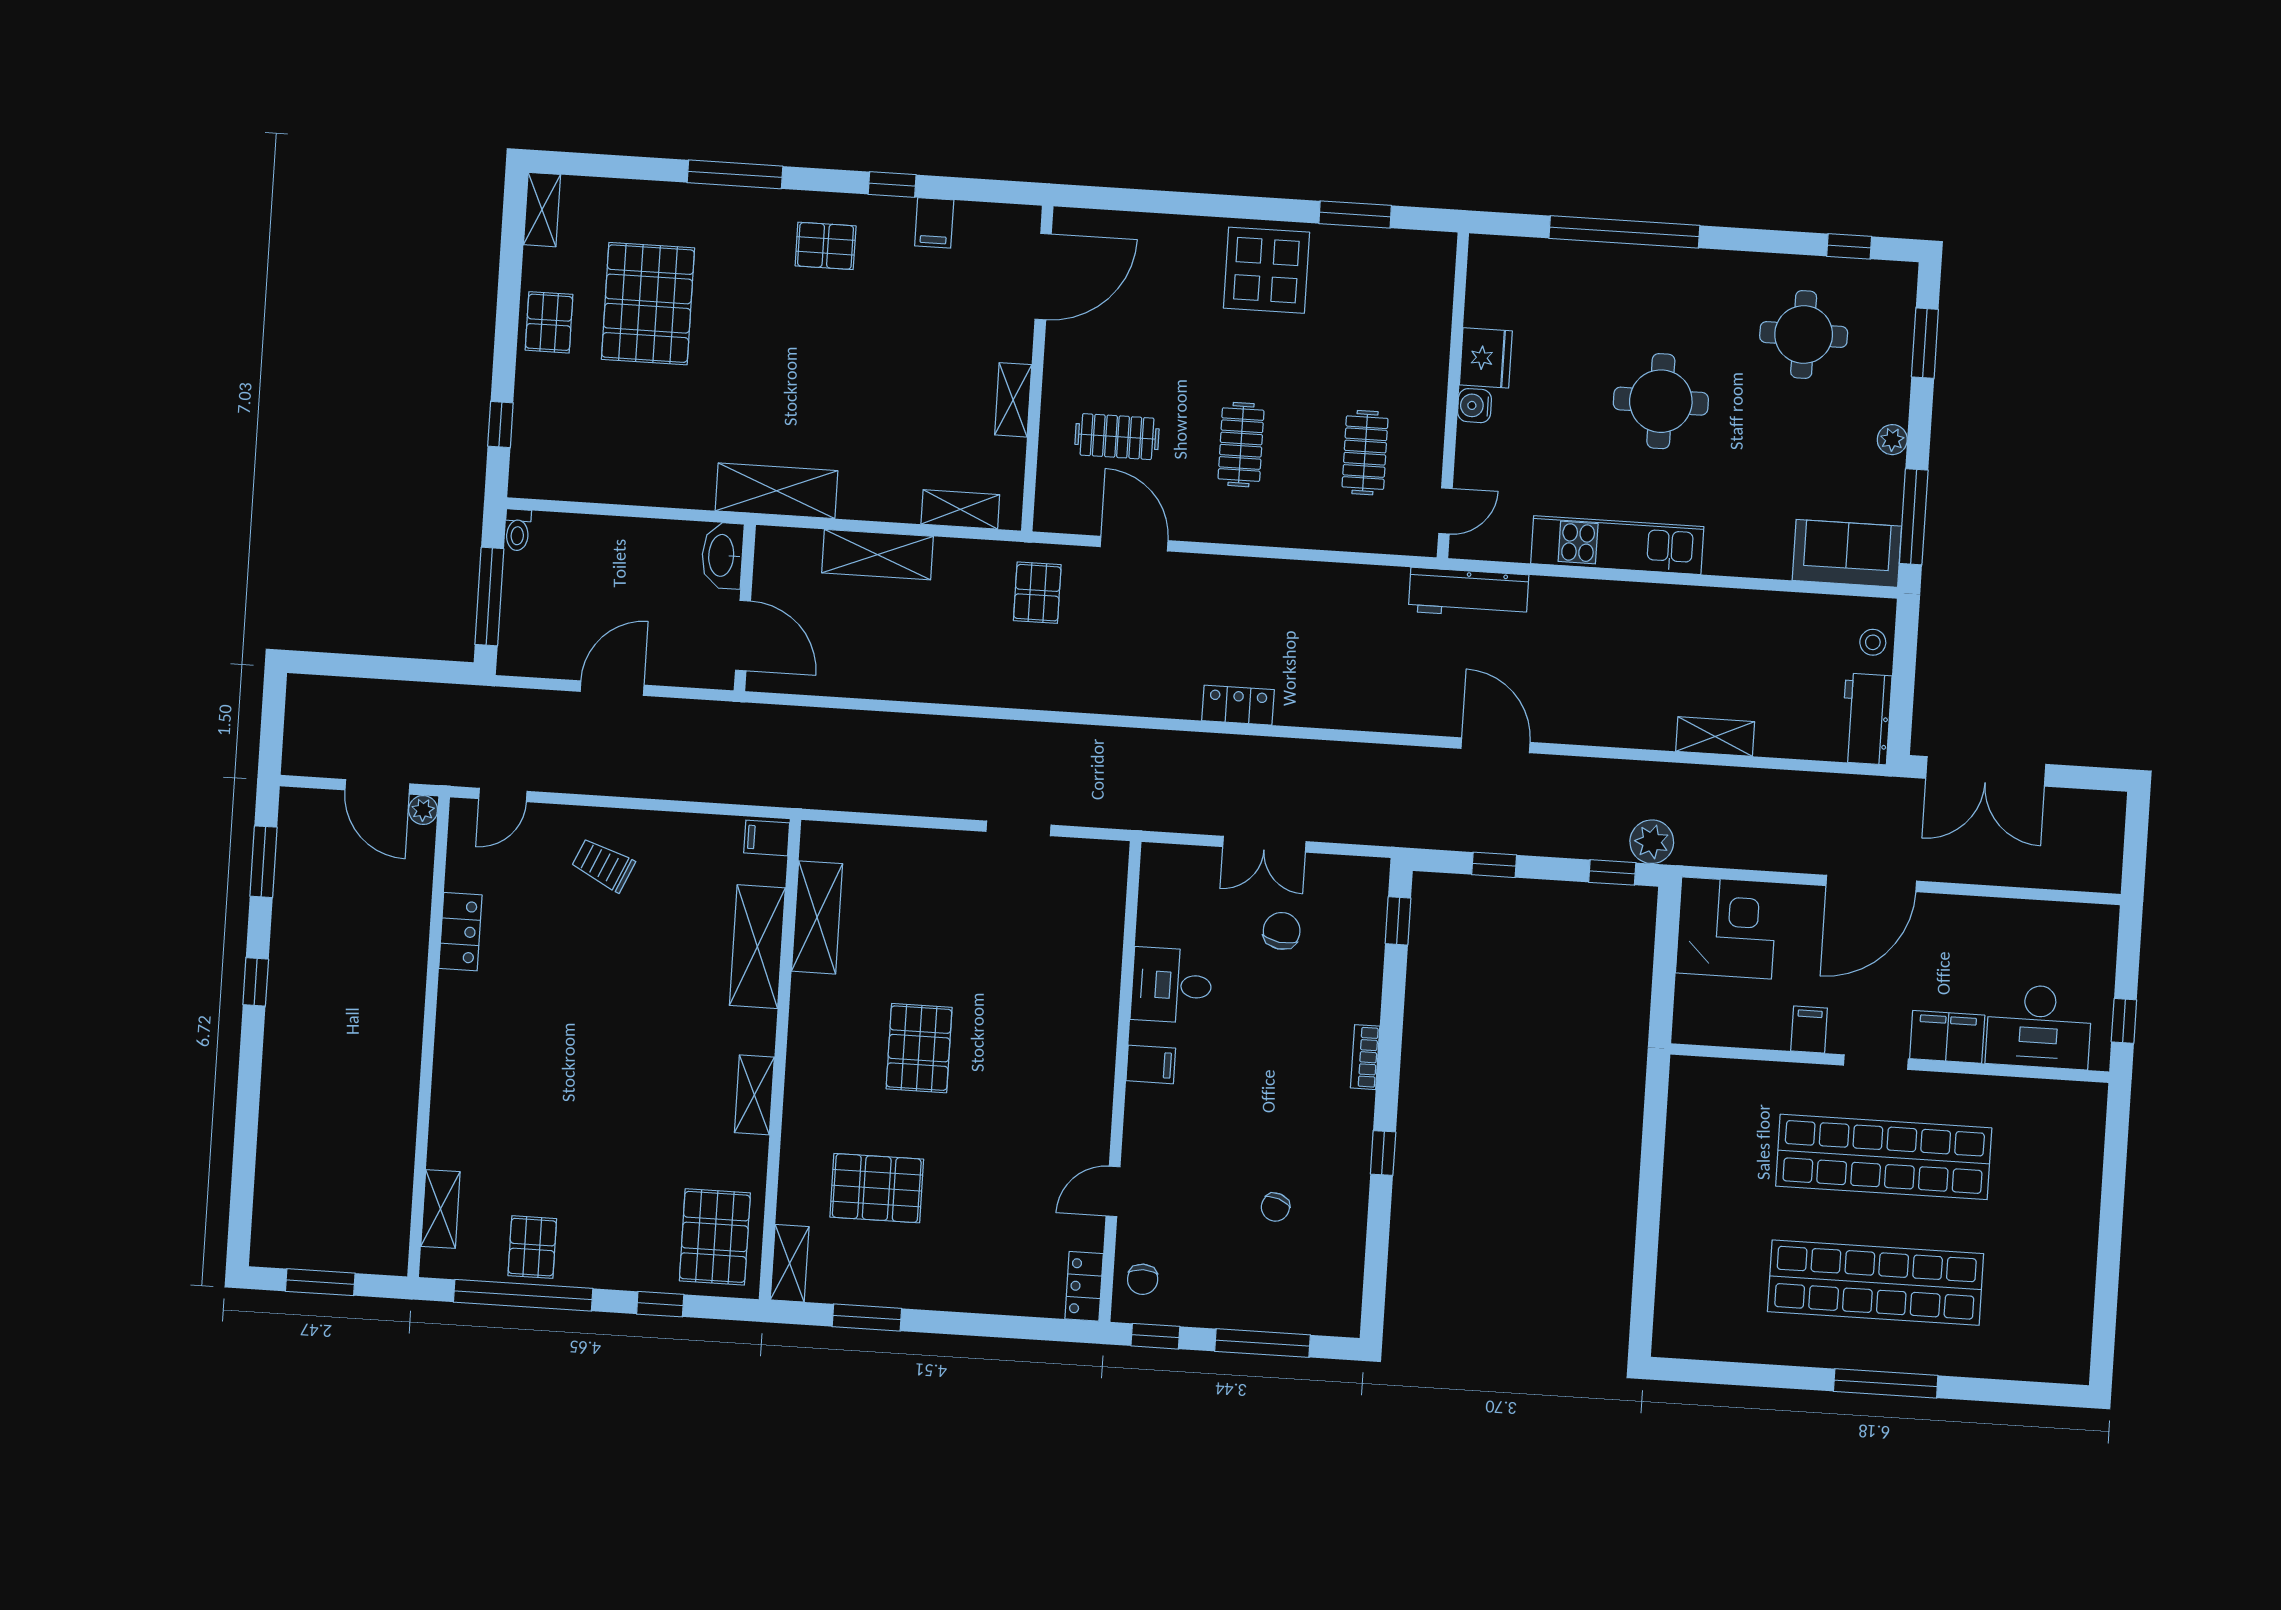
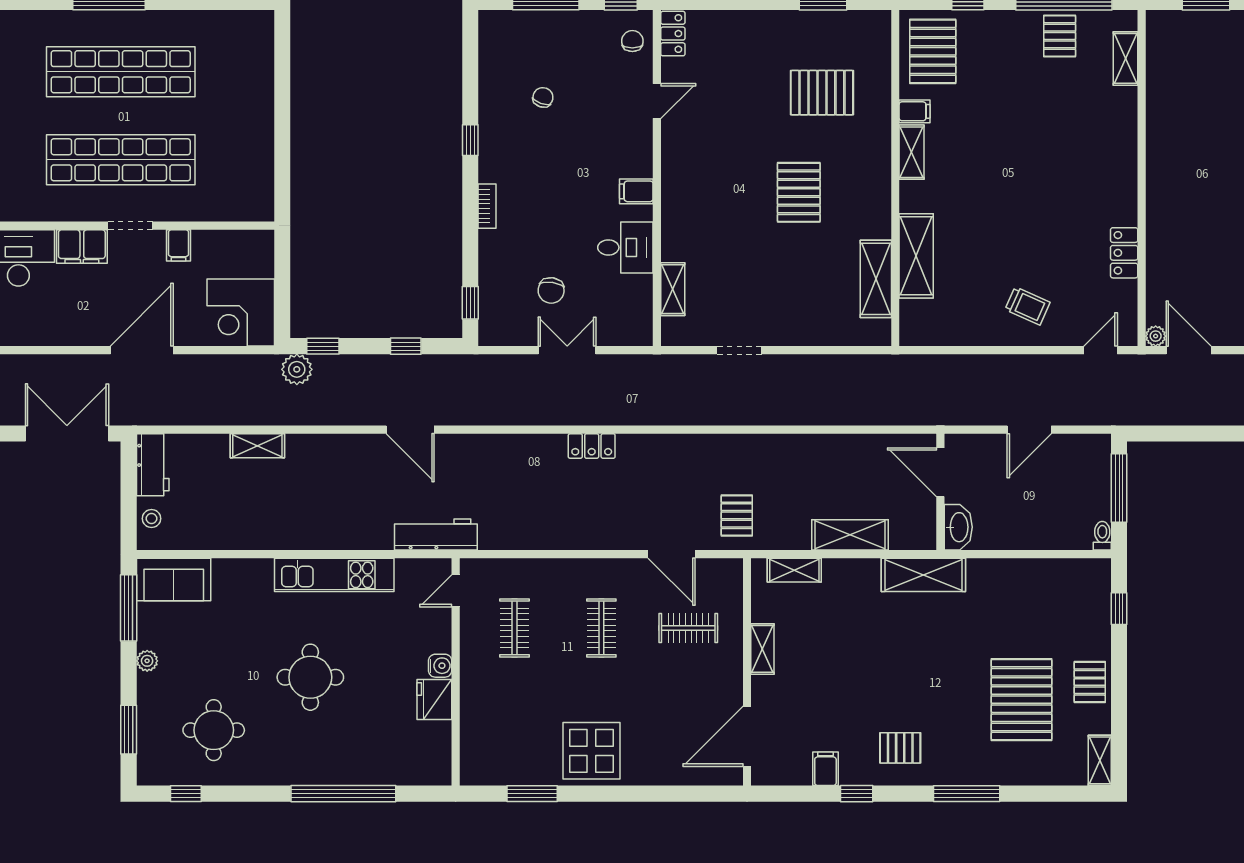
filing cabinet: (767, 838) -> (915, 111), moved
shelving: (790, 1263) -> (673, 289), moved

